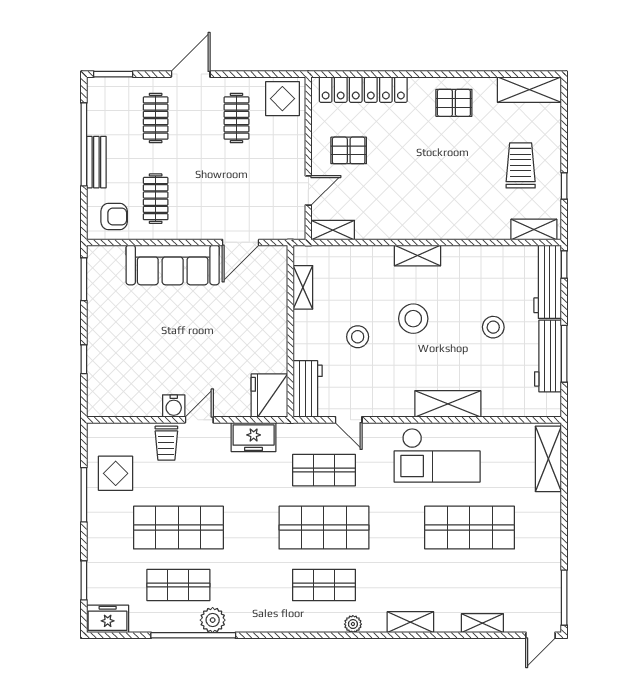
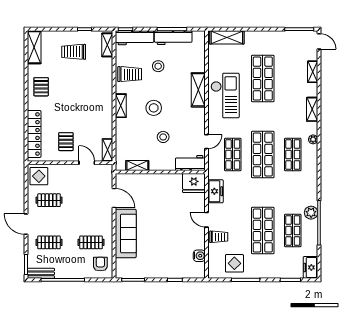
bench: (96, 162) -> (41, 273), moved
trolley: (478, 273) -> (130, 74), added
water cooler: (174, 406) -> (199, 256), moved

